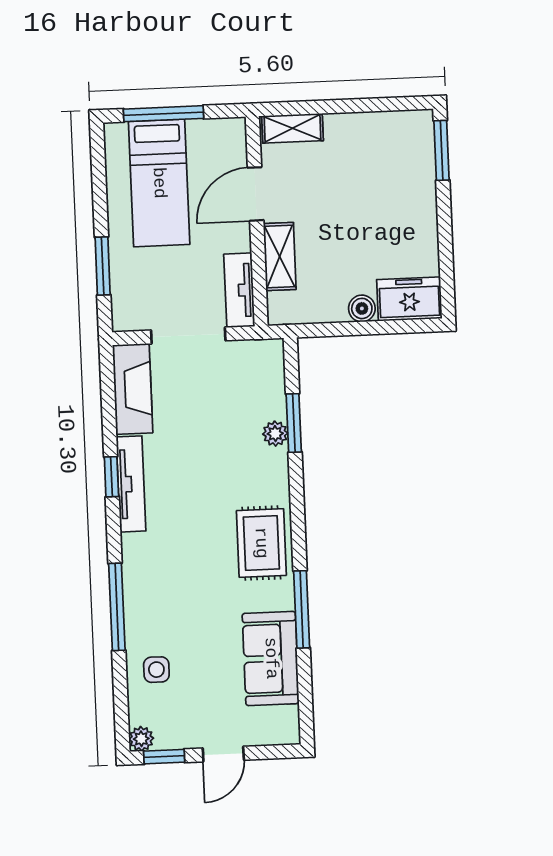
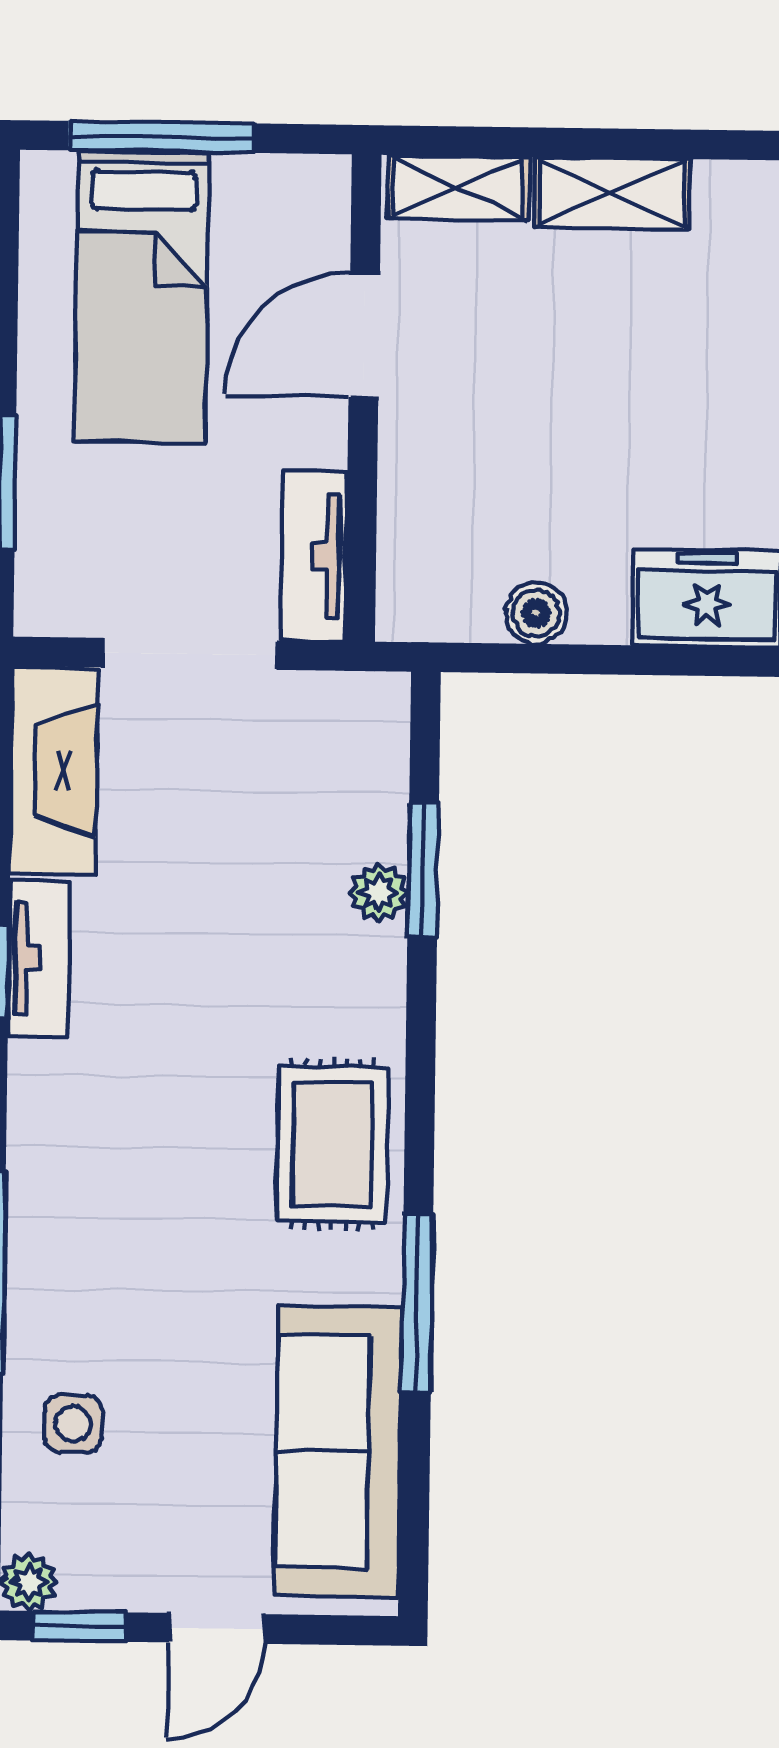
shelving: (280, 256) -> (612, 193), moved, turned 90
boiler: (362, 308) -> (536, 613), moved
tv unit: (131, 484) -> (39, 958), width x0.71
sofa: (271, 658) -> (338, 1451), width x1.36

